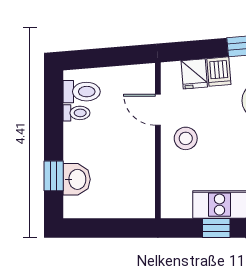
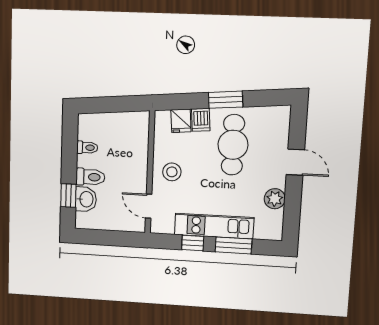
toilet: (82, 92) -> (90, 177), moved
door: (158, 110) -> (149, 206), moved

